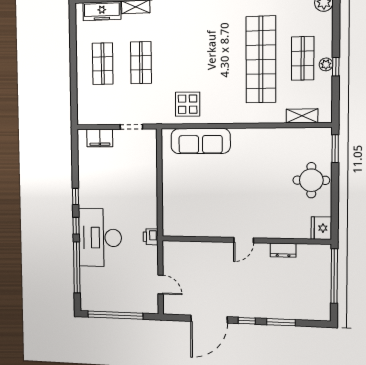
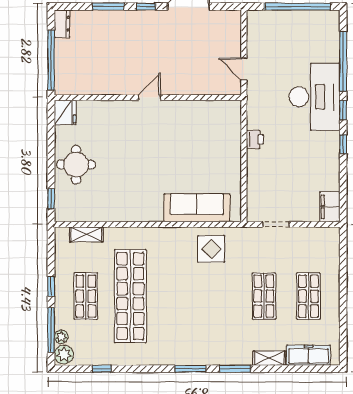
window: (336, 25) -> (51, 330), added
plant: (326, 64) -> (61, 337), moved
filing cabinet: (100, 138) -> (330, 207), moved, turned -90
window: (335, 149) -> (51, 199), width x0.67
printer: (151, 237) -> (255, 139), moved
dresser: (283, 250) -> (62, 24), moved, turned 90
door: (161, 285) -> (244, 69), moved

